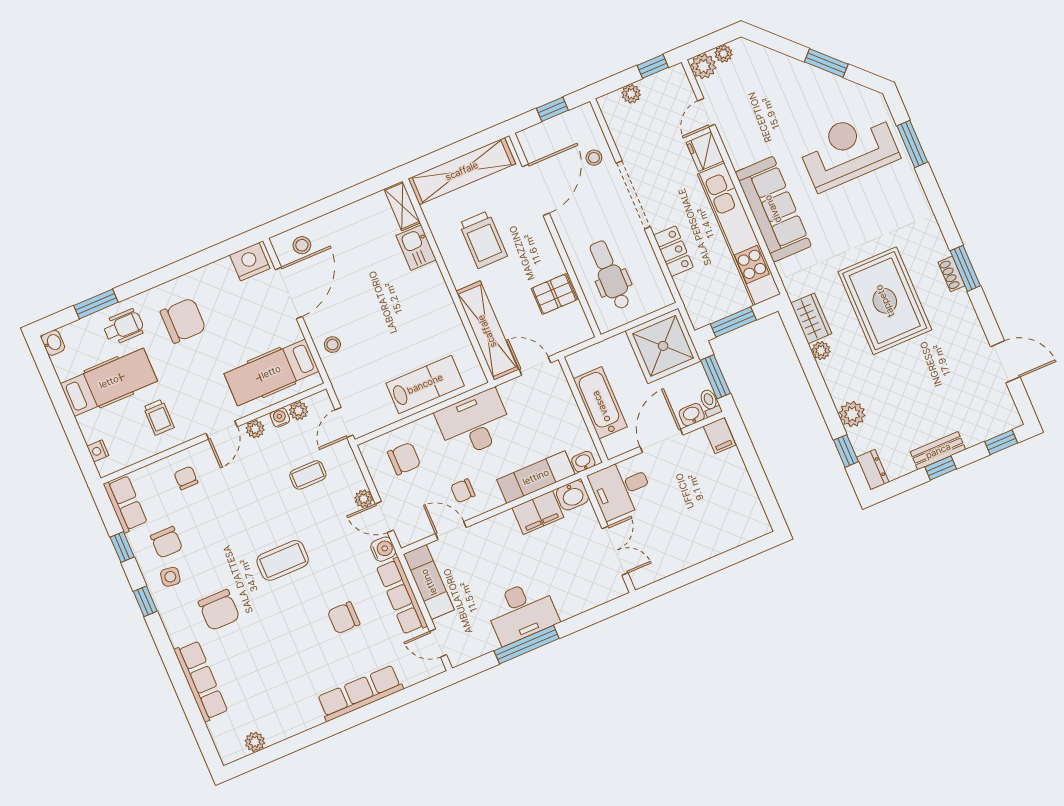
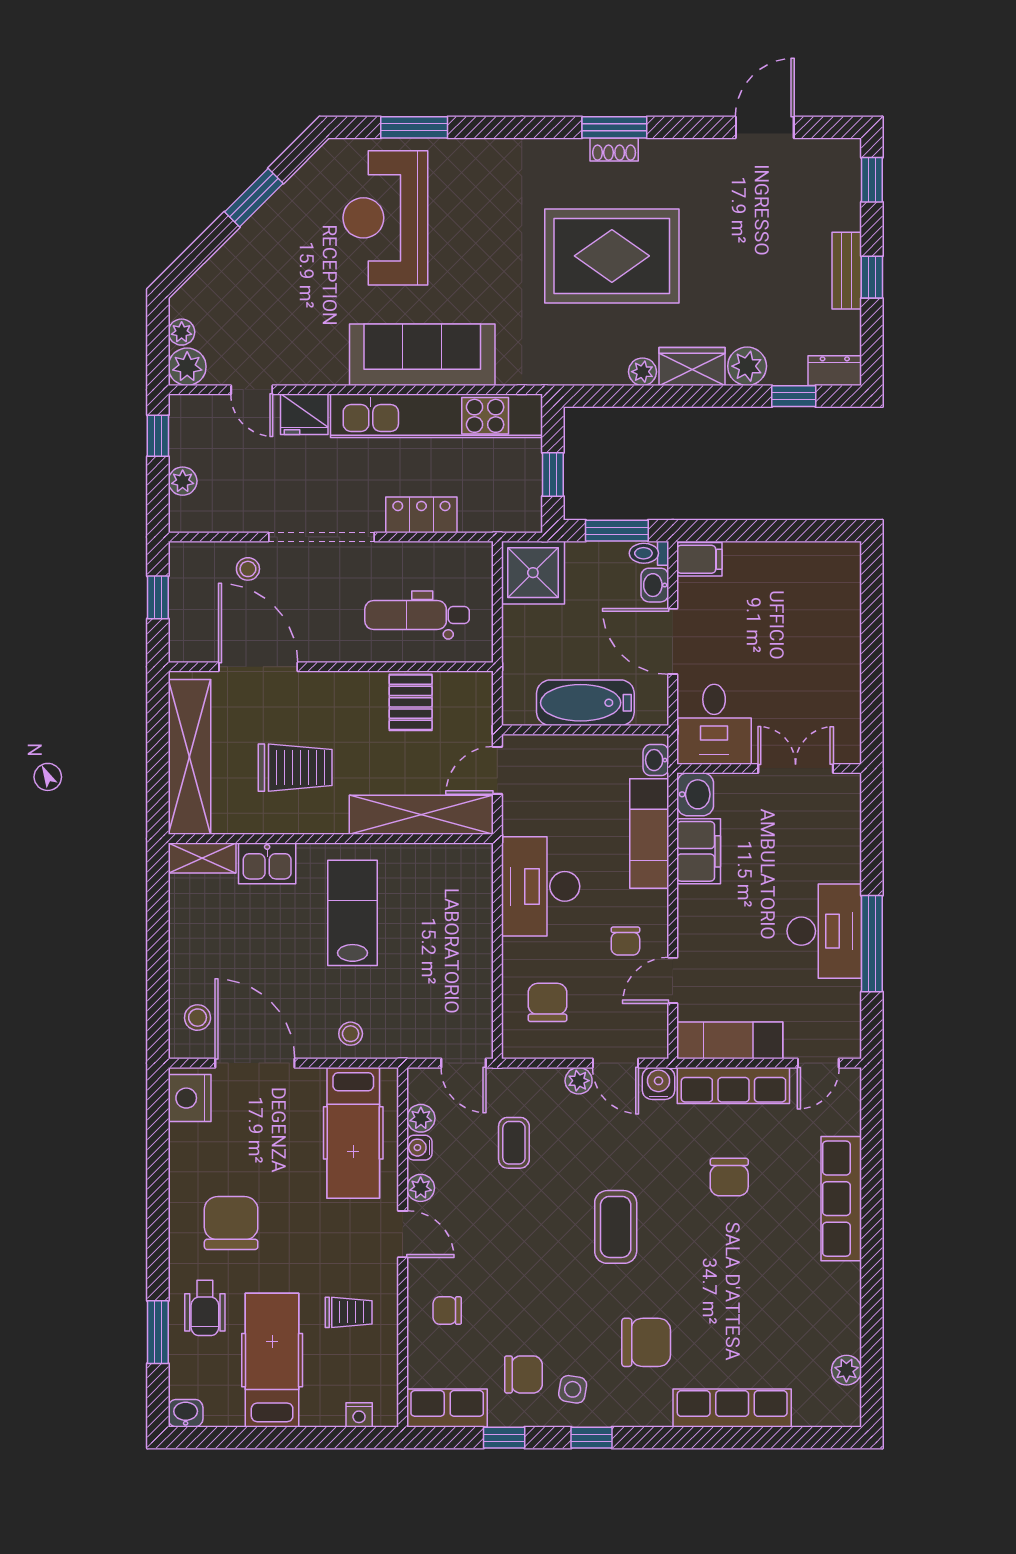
wardrobe: (811, 318) -> (692, 366), moved
window: (733, 322) -> (553, 475), width x0.67
wheelchair: (123, 327) -> (205, 1308), turned 180
shower: (663, 346) -> (533, 573), width x0.73, depth x0.73
lab bench: (425, 384) -> (352, 913), moved
door: (384, 517) -> (616, 1063), hinge flipped

